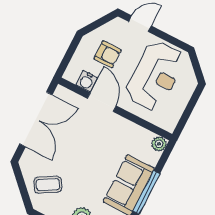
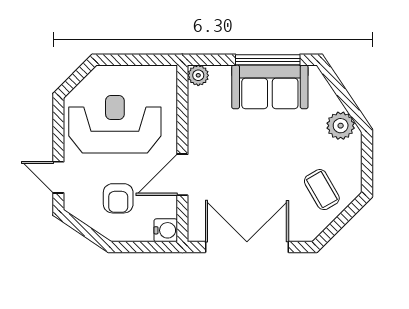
armchair: (108, 54) -> (118, 198), turned 180
water cooler: (87, 81) -> (166, 230), moved

